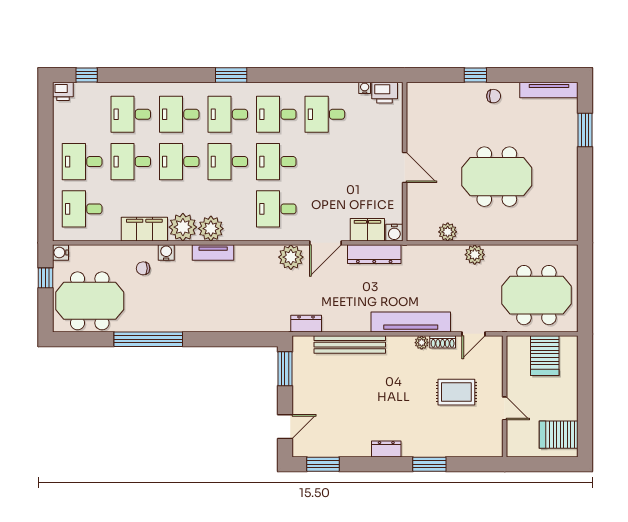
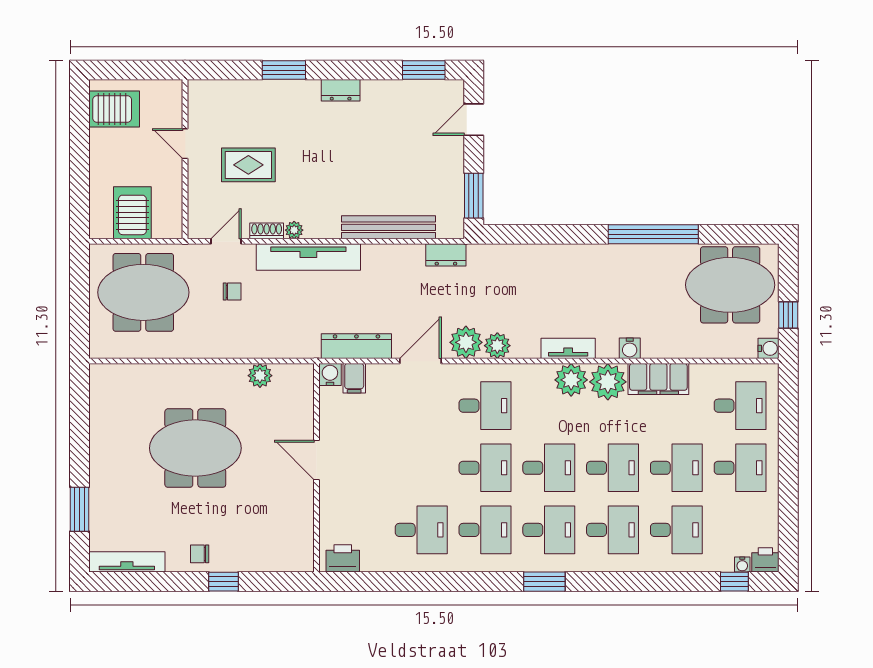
water cooler: (365, 88) -> (742, 565), moved
filing cabinet: (367, 230) -> (354, 378), width x0.50
plant: (475, 255) -> (497, 346), moved
chair: (143, 268) -> (232, 292), moved

